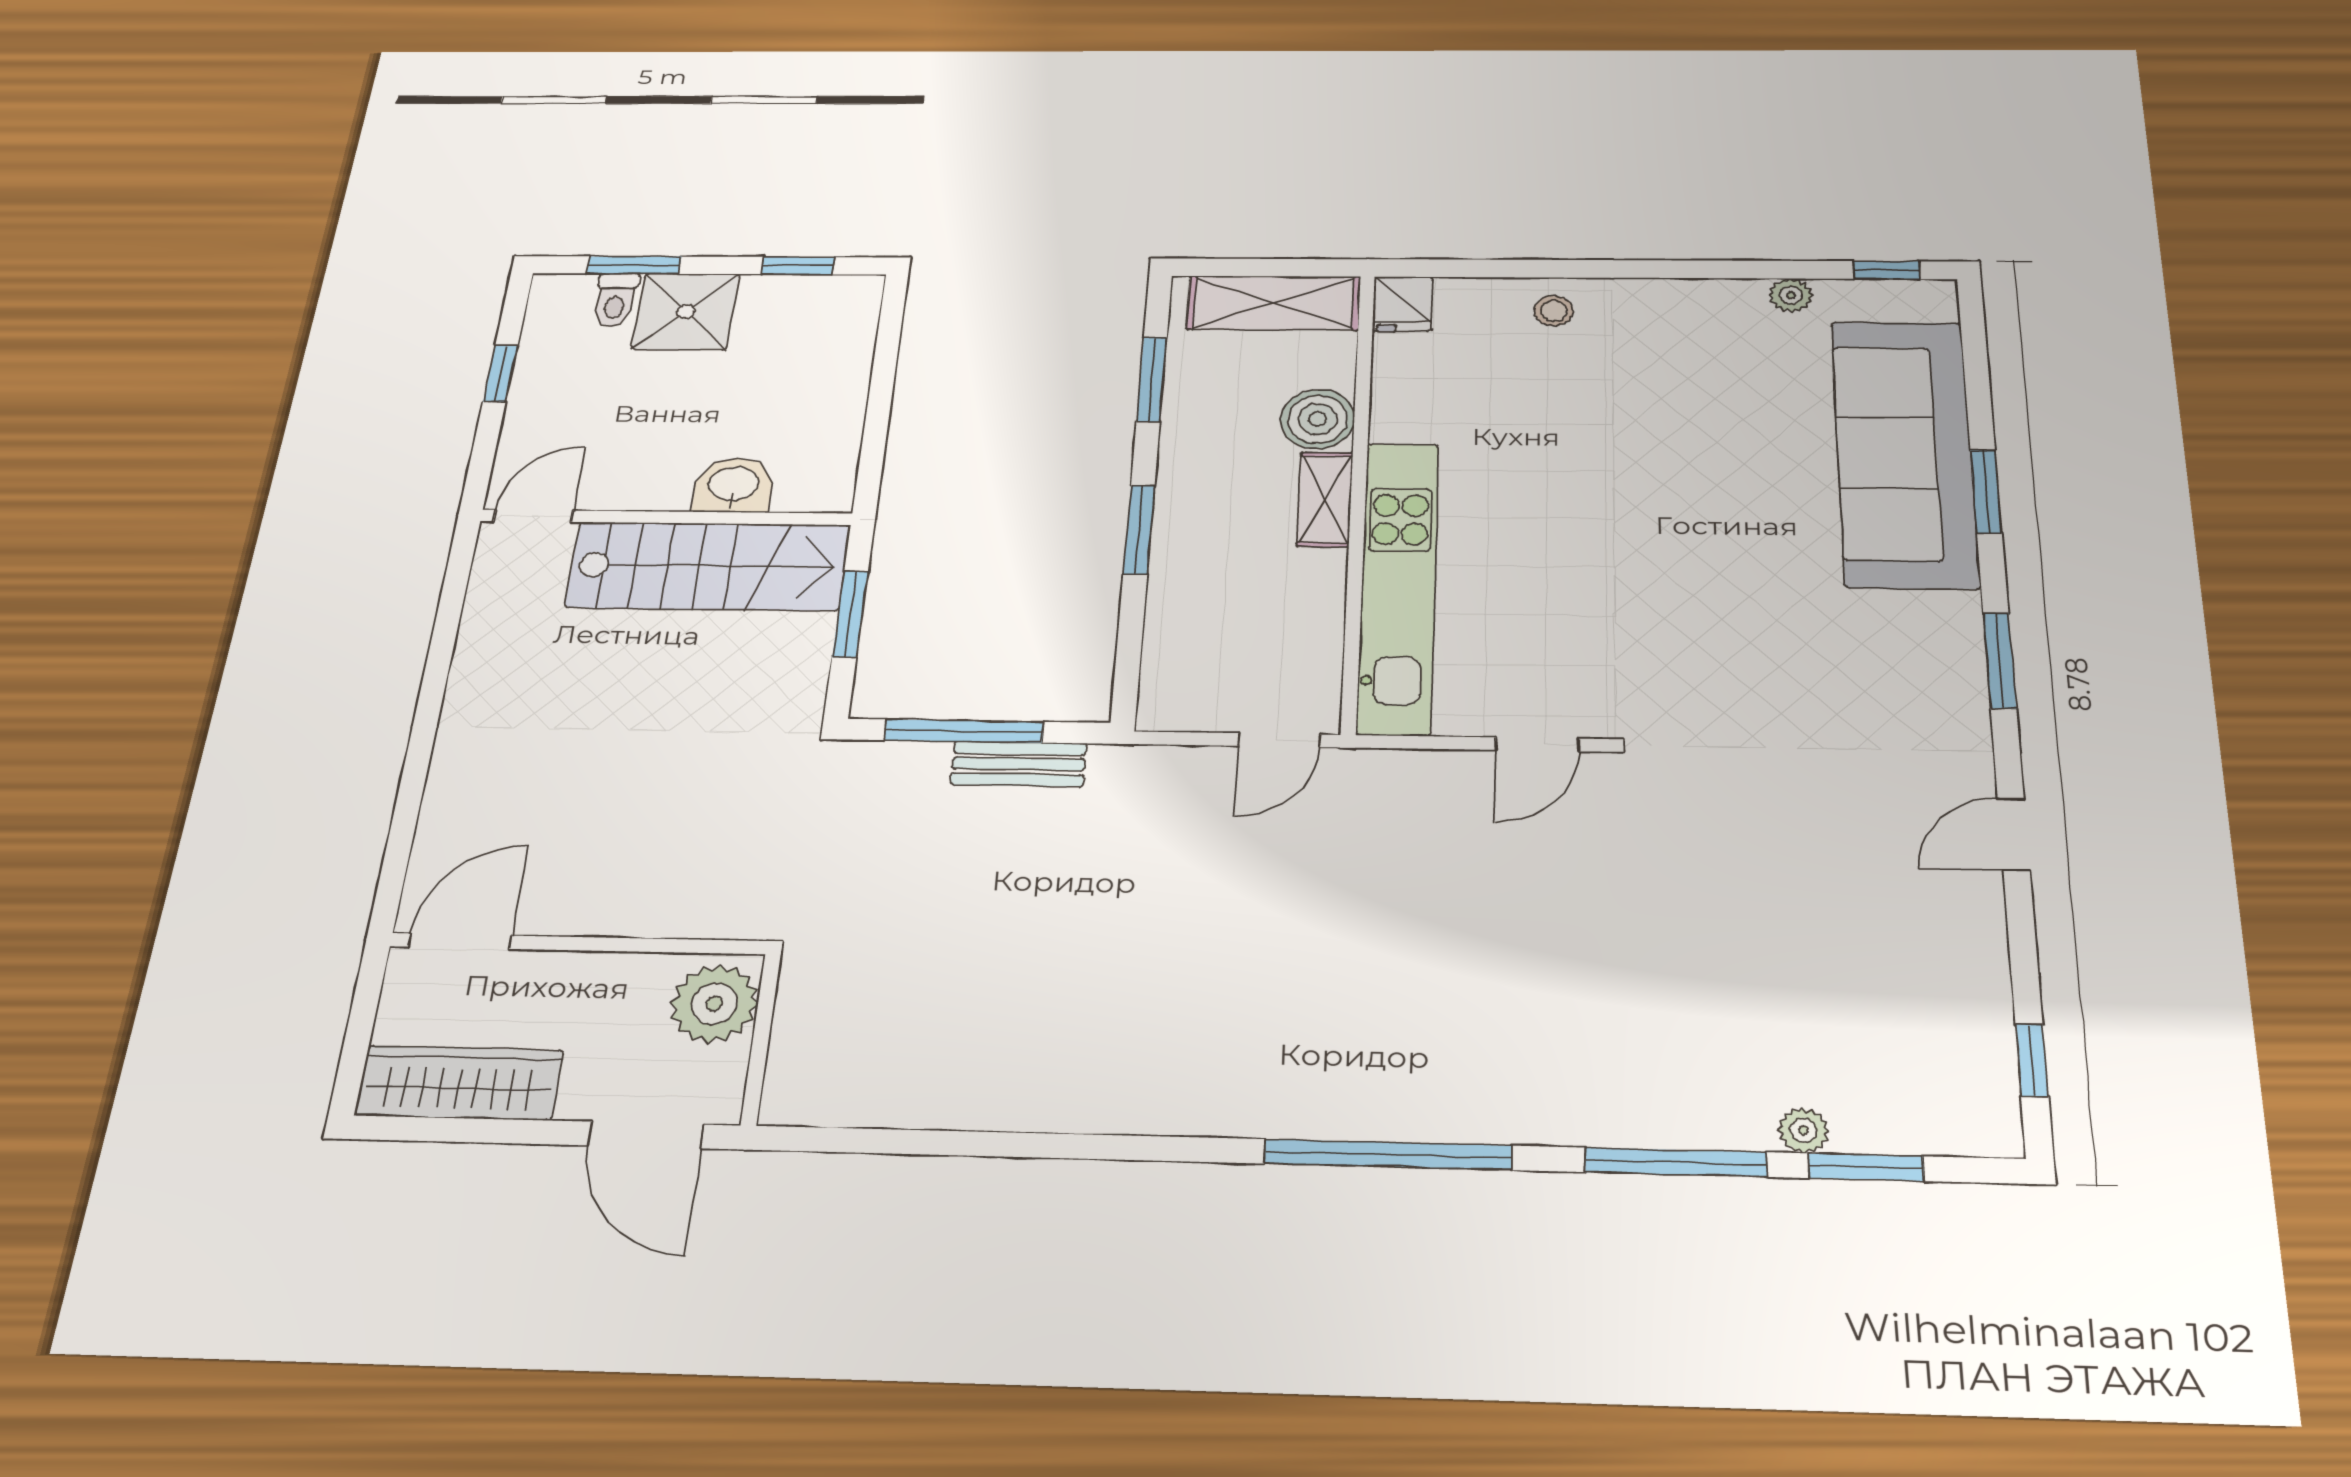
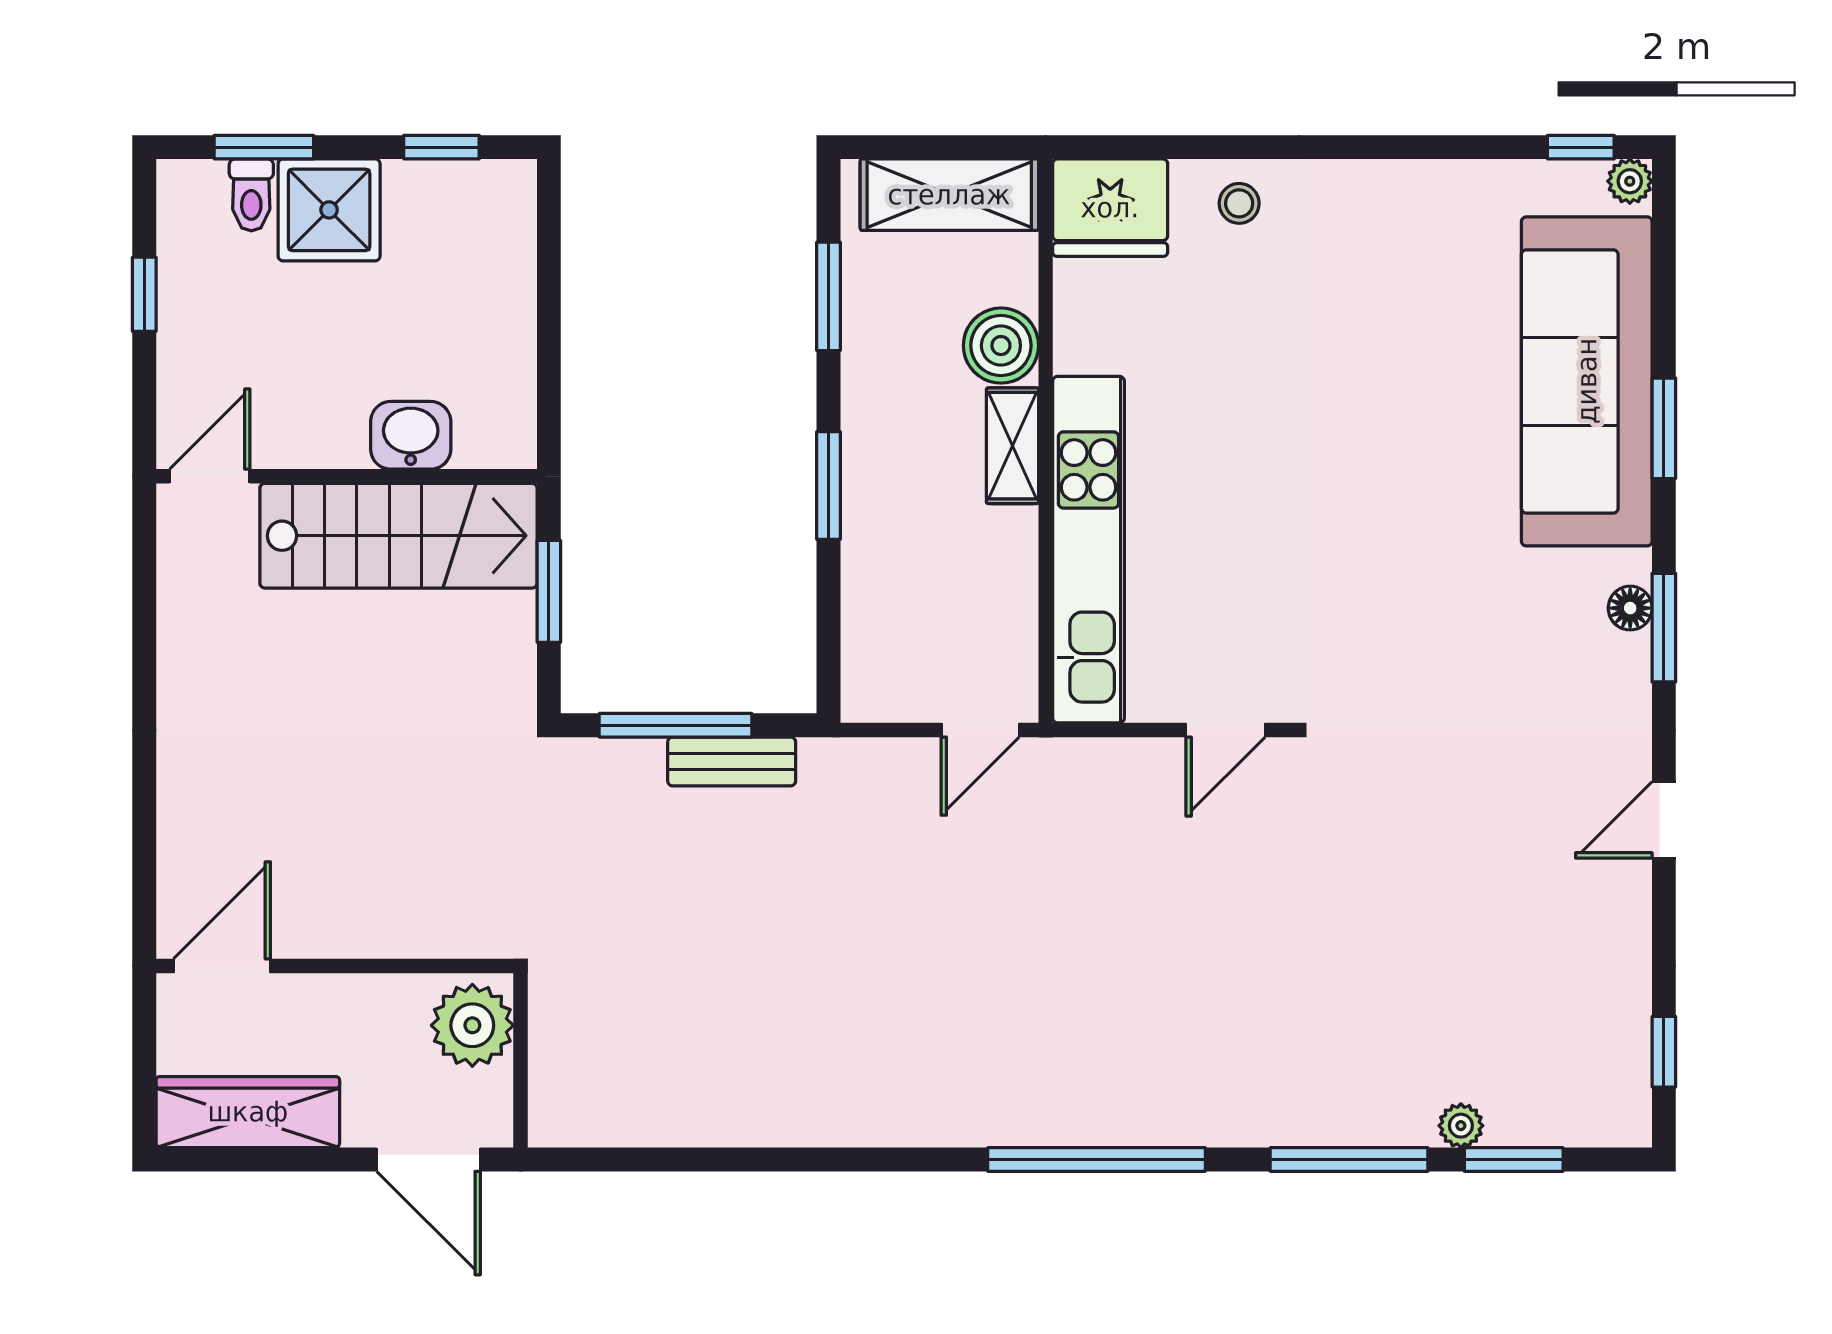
plant: (1791, 295) -> (1630, 181), moved
fridge: (1403, 304) -> (1110, 208), width x1.88, depth x1.34
floor lamp: (1963, 643) -> (1630, 608), added

